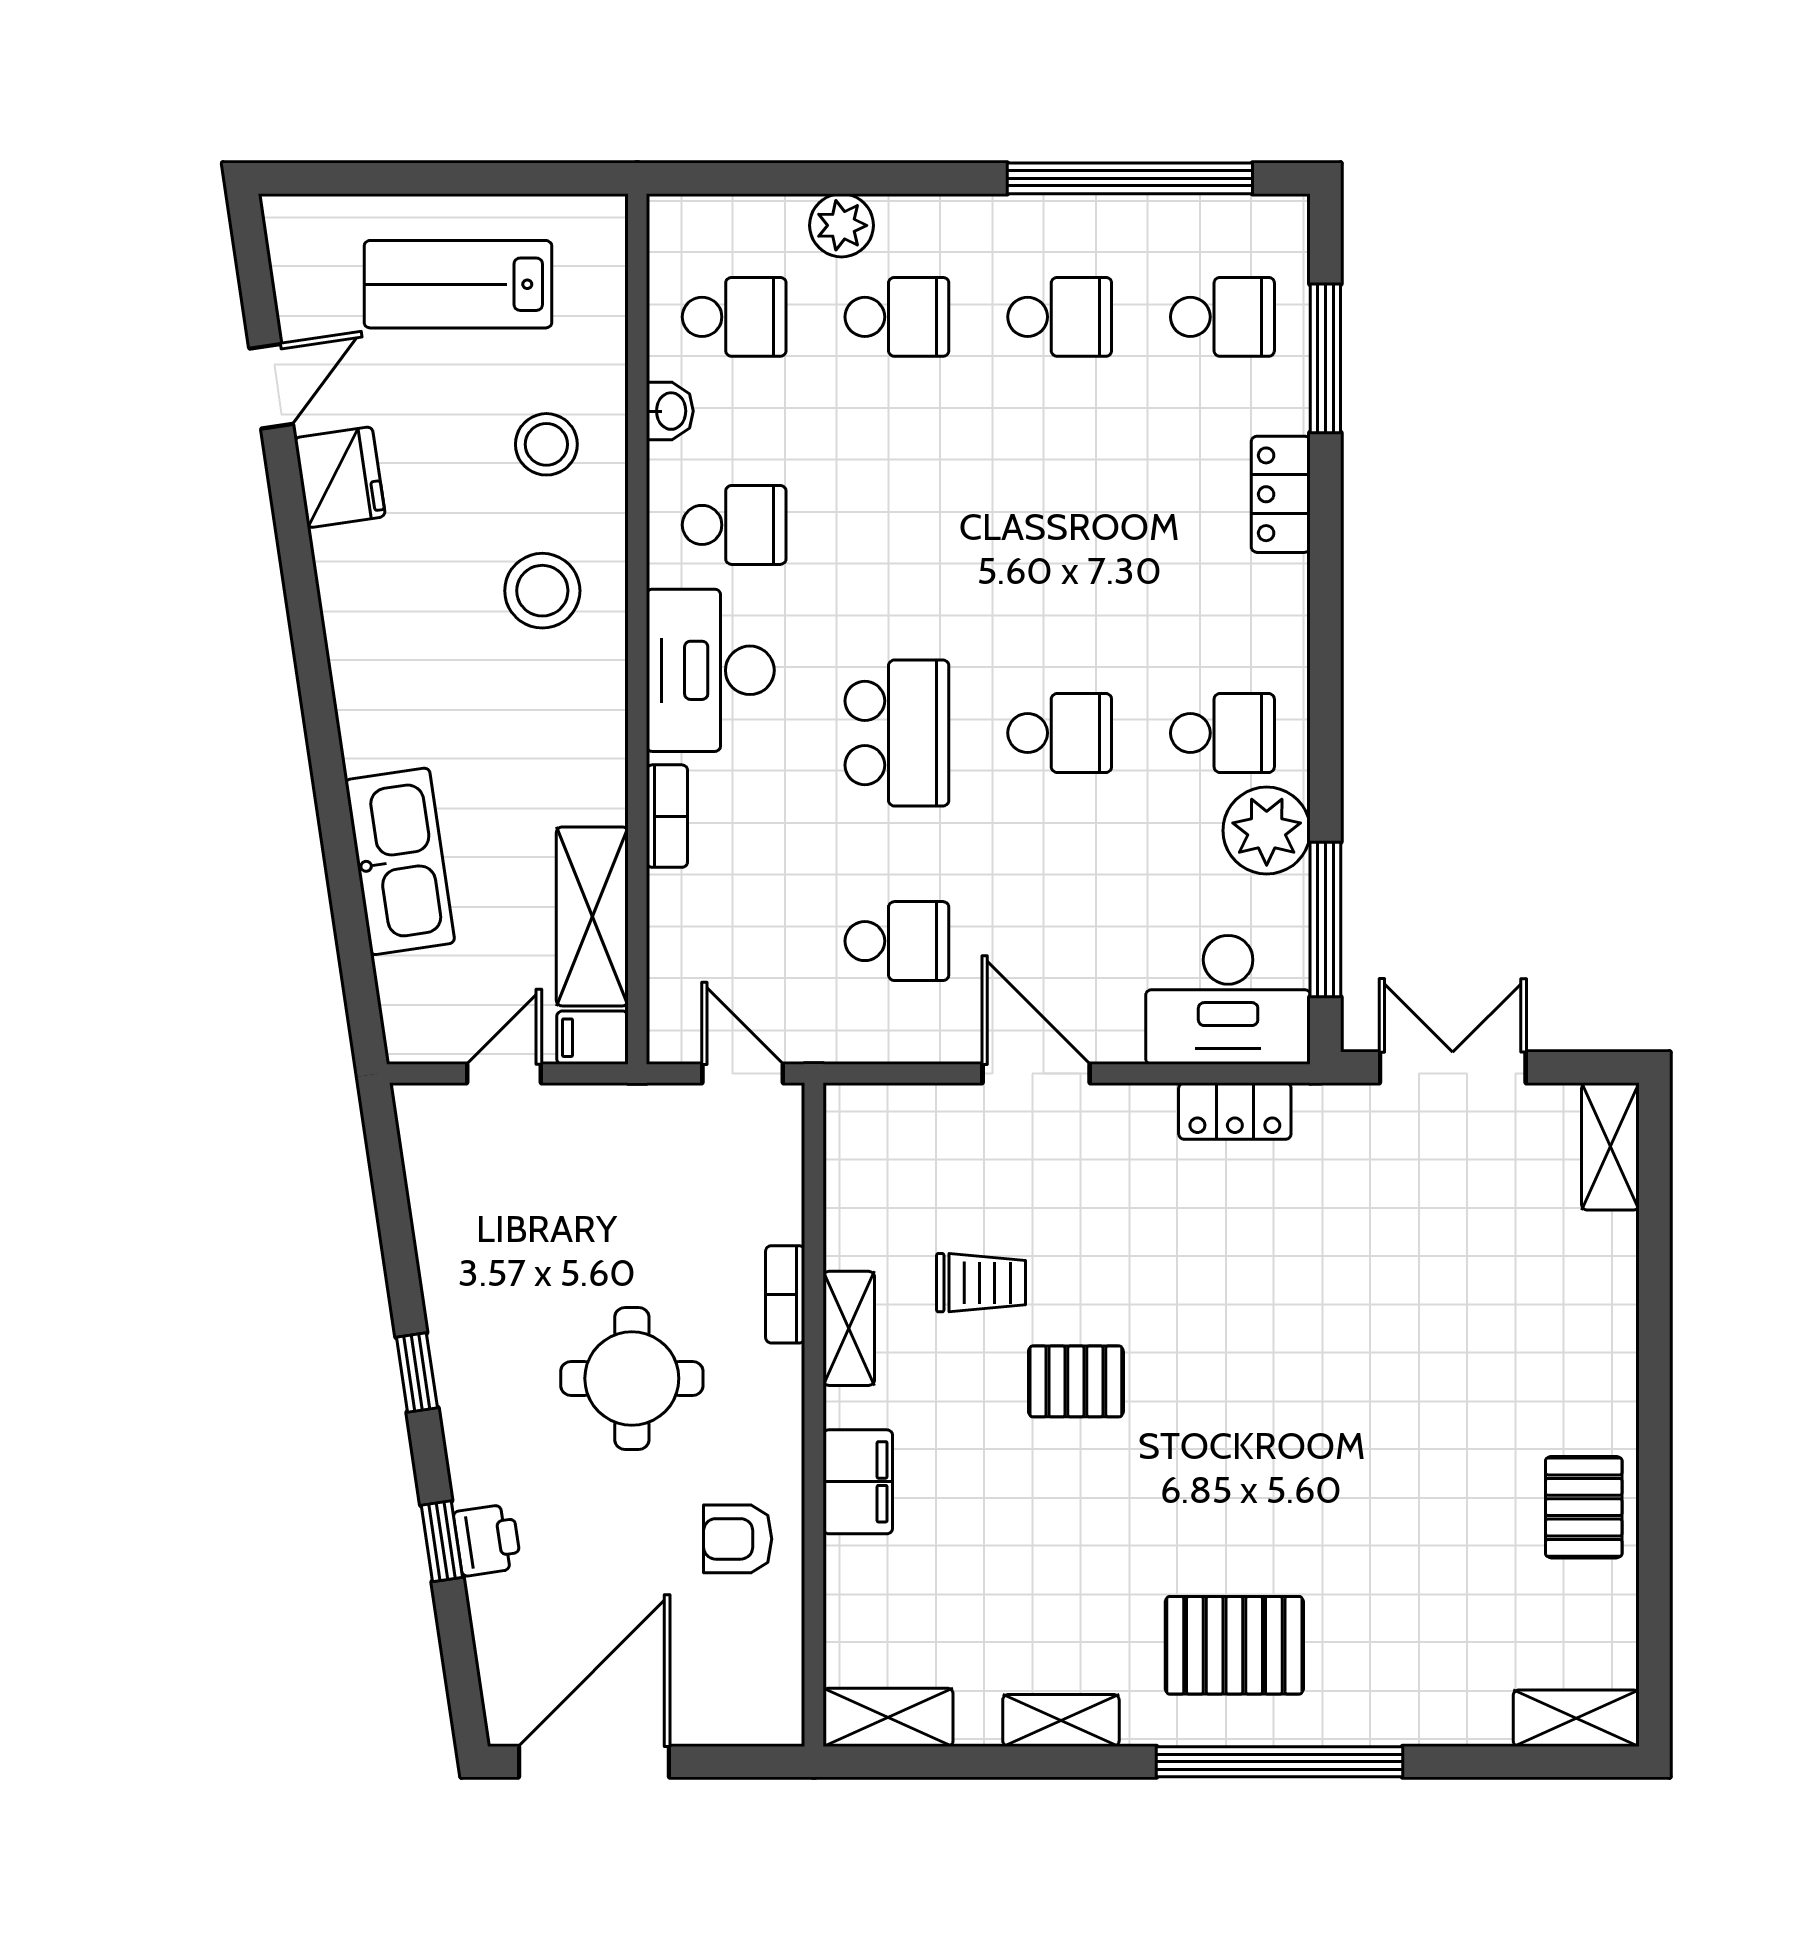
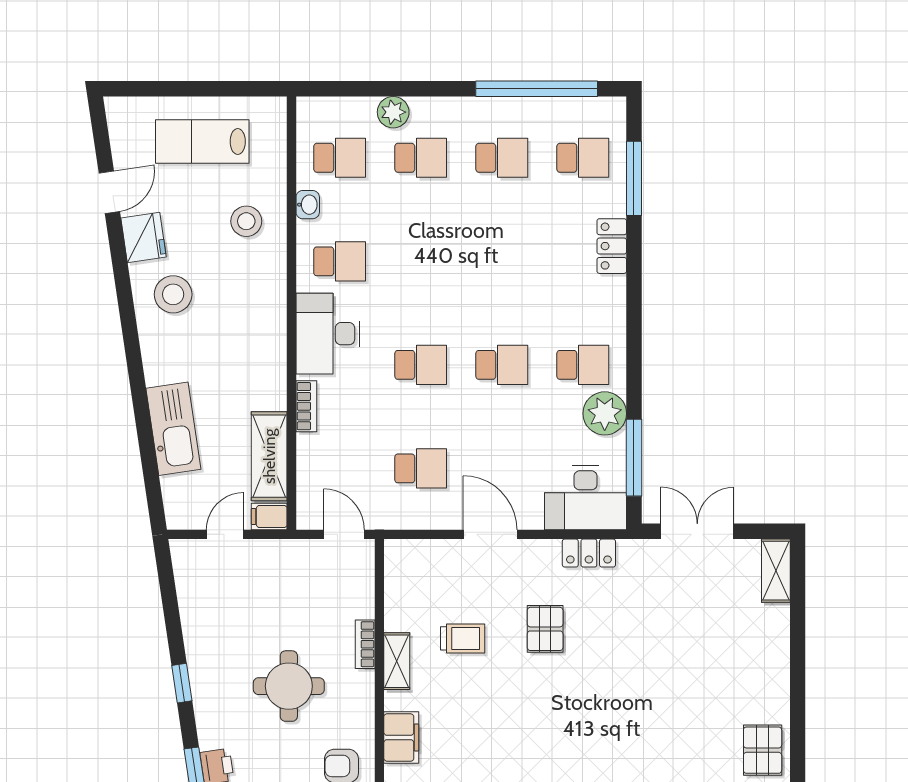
stool: (542, 591) -> (173, 294), moved
school desk: (897, 733) -> (421, 365), width x0.54
pallet: (1076, 1381) -> (545, 629), moved, turned 90

